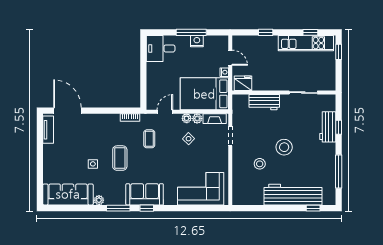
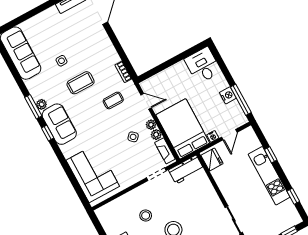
window: (191, 32) -> (241, 100), moved
kitchen unit: (306, 43) -> (269, 176), moved
workbench: (264, 102) -> (186, 170), moved, turned -90
plant: (99, 200) -> (42, 104), moved

